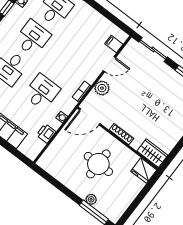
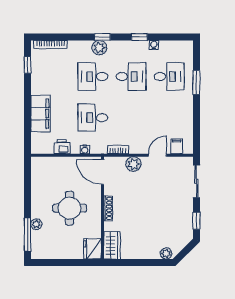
door: (109, 64) -> (157, 155), swing flipped
desk: (42, 92) -> (93, 118), turned 180

